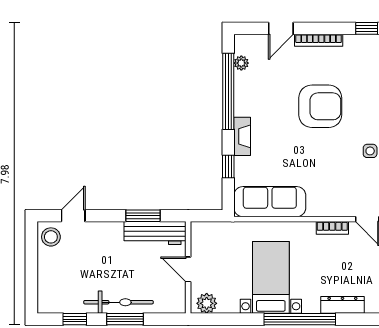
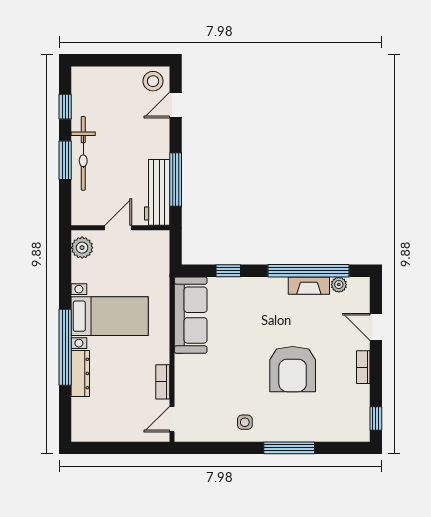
bookcase: (319, 40) -> (363, 367), width x0.64
fireplace: (242, 136) -> (309, 286), moved
door: (73, 216) -> (176, 105), swing flipped
window: (143, 216) -> (176, 180), width x1.44
dresser: (342, 305) -> (80, 373), moved

